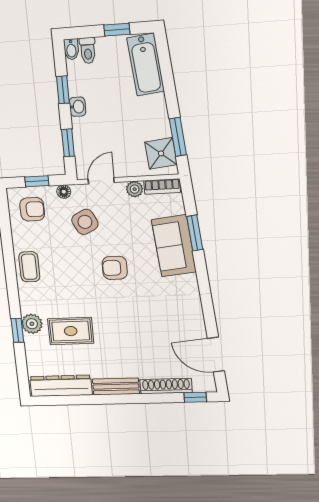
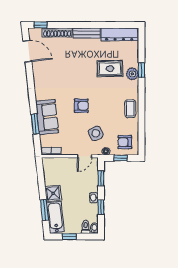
window: (178, 137) -> (44, 210), moved
shower: (161, 153) -> (53, 193), moved
plant: (135, 189) -> (67, 151), removed

